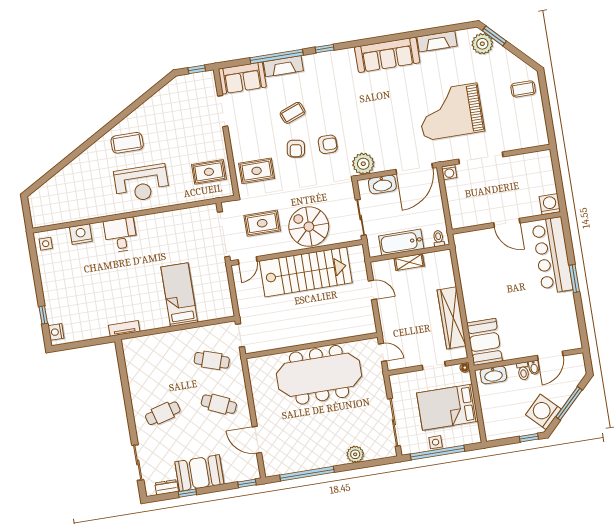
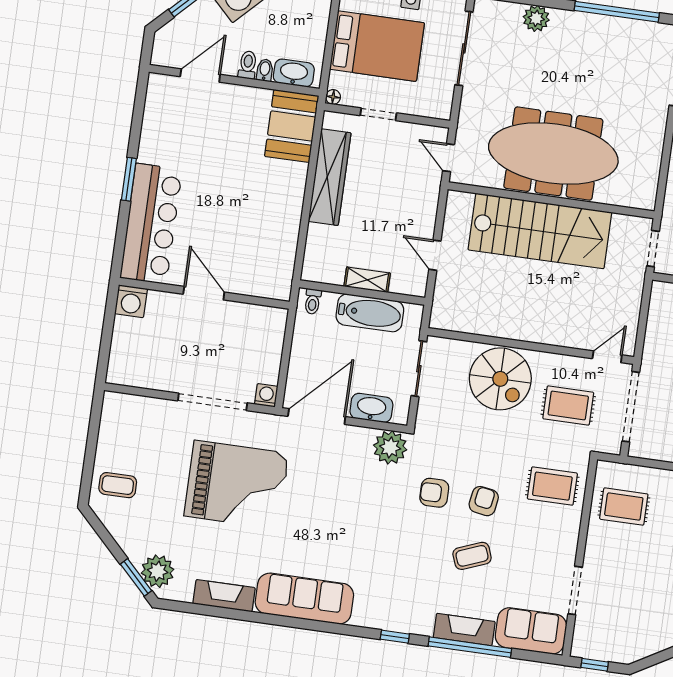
stairs: (306, 272) -> (540, 231), moved, turned 180
bidet: (534, 368) -> (265, 70), moved

